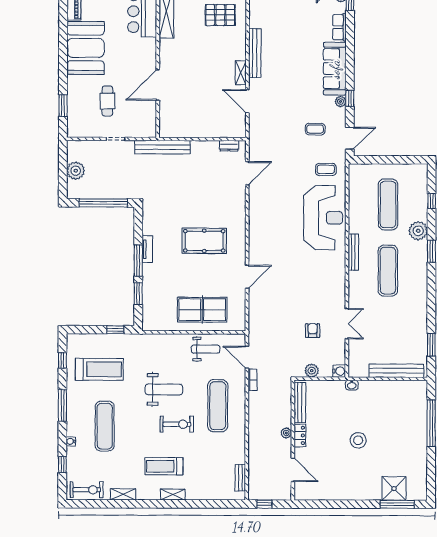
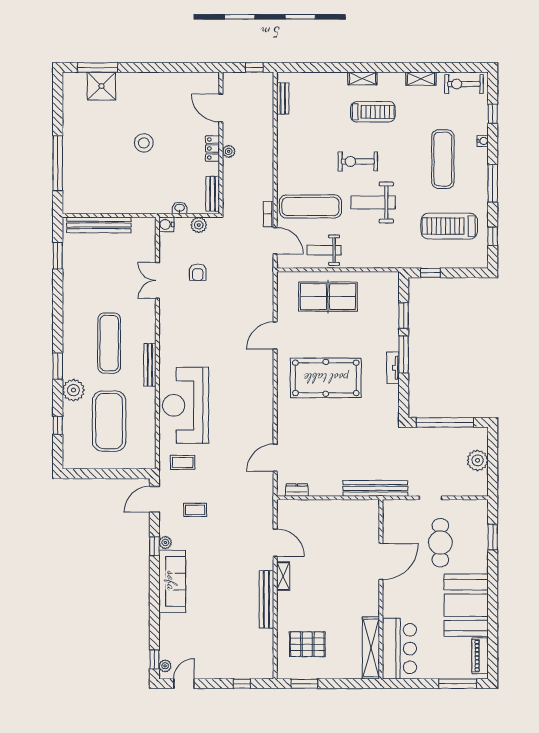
row of seats: (339, 27) -> (167, 630), removed
cafe table: (107, 101) -> (440, 543), width x1.37, depth x1.35
exercise mat: (388, 204) -> (109, 421), width x1.47
pool table: (204, 241) -> (326, 378), width x1.36, depth x1.32
washbasin: (352, 385) -> (180, 208), moved
bench: (300, 403) -> (213, 194), width x0.73
exercise mat: (218, 406) -> (310, 207), moved, turned 90

